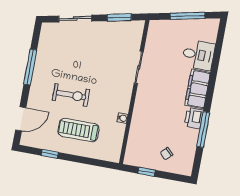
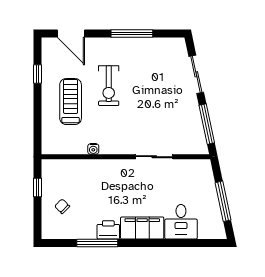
window: (119, 17) -> (207, 124), width x1.44

